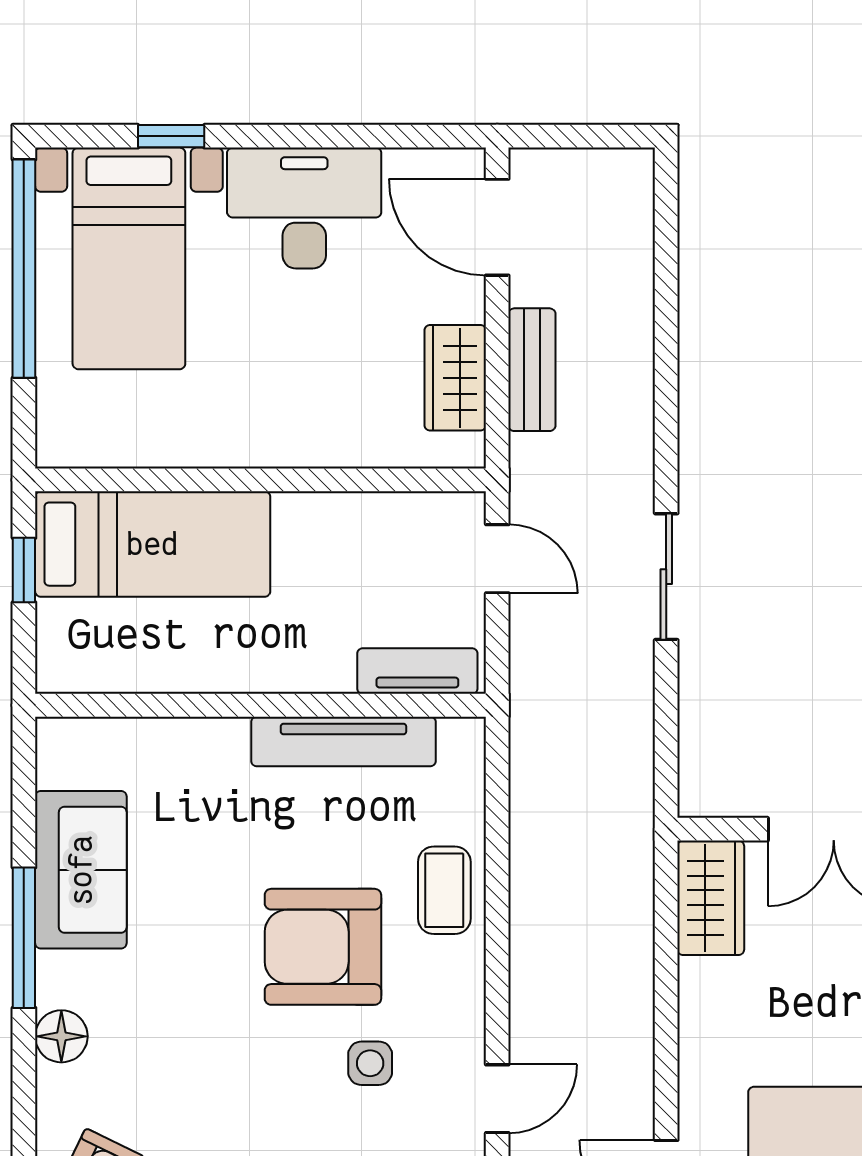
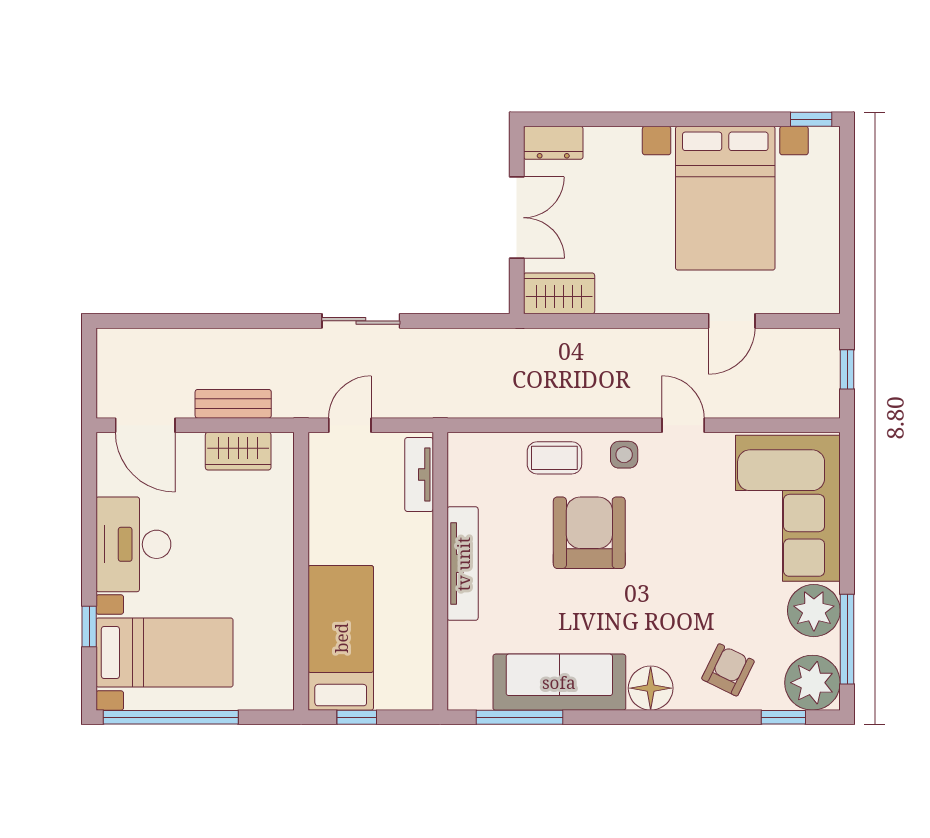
door: (497, 227) -> (145, 425), hinge flipped
tv unit: (343, 741) -> (463, 564), moved
sofa: (81, 870) -> (559, 682), width x1.36
window: (24, 938) -> (519, 717), moved
armchair: (323, 947) -> (589, 533), turned 180
floor lamp: (61, 1036) -> (651, 688), width x1.38, depth x1.38
side table: (370, 1063) -> (624, 455), moved

